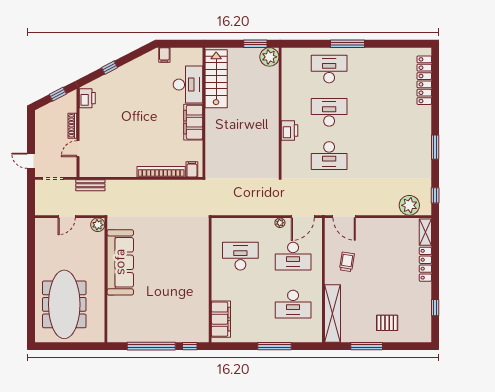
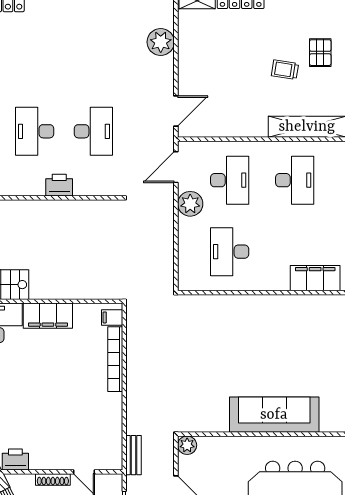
plant: (409, 205) -> (161, 42), moved
door: (303, 217) -> (176, 167), swing flipped
plant: (280, 223) -> (190, 204), width x1.87, depth x1.87
sofa: (120, 262) -> (274, 415), moved
trolley: (347, 262) -> (285, 70), moved

